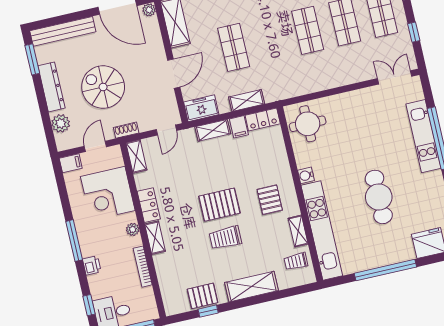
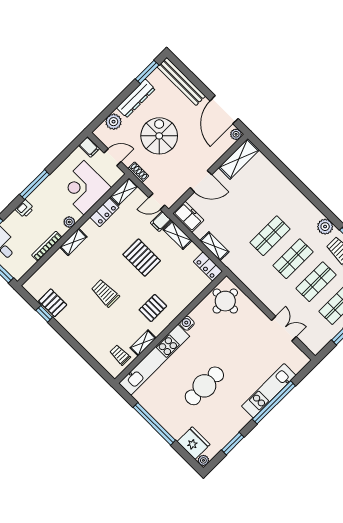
shop shelf: (234, 47) -> (270, 236), moved
double door: (395, 77) -> (284, 329), moved
filing cabinet: (239, 127) -> (161, 221), moved
locker: (149, 205) -> (104, 212), moved
pallet: (219, 205) -> (142, 258), moved
shelving: (251, 287) -> (82, 334), removed

